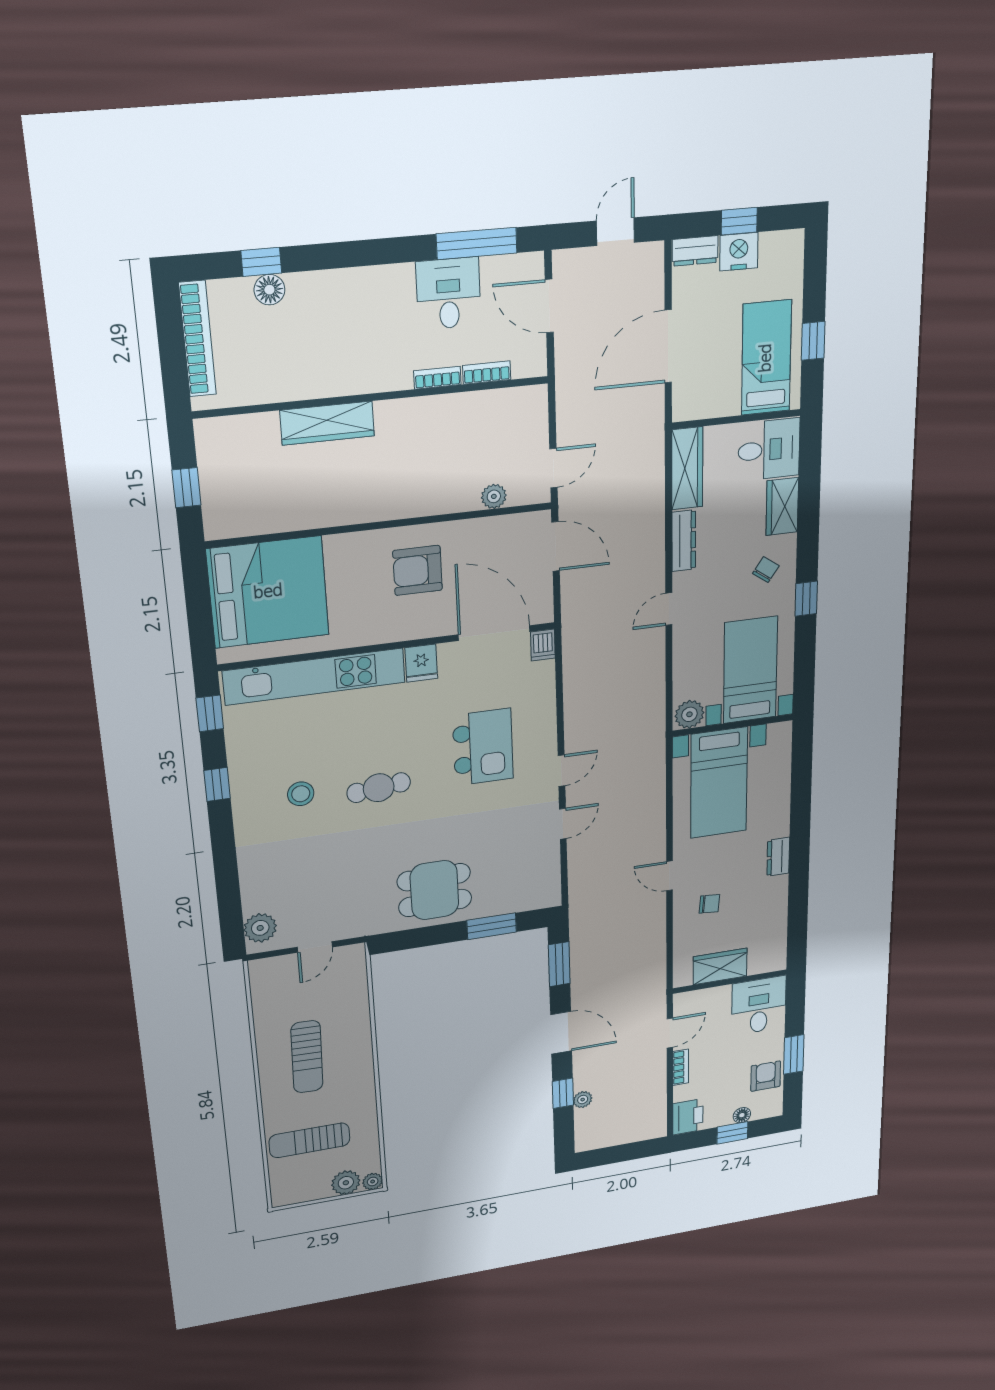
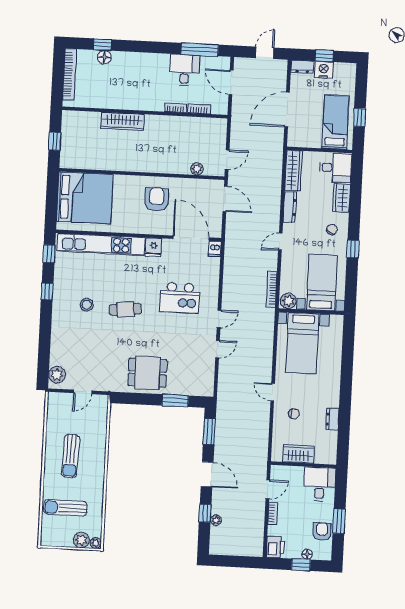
armchair: (418, 570) -> (157, 199), turned 90
bookcase: (657, 699) -> (272, 289), added
kitchen island: (483, 747) -> (180, 298), turned 90
dresser: (778, 857) -> (332, 419), moved

